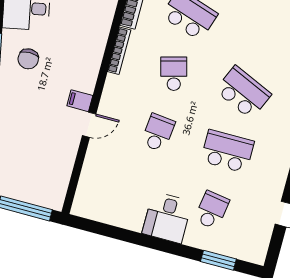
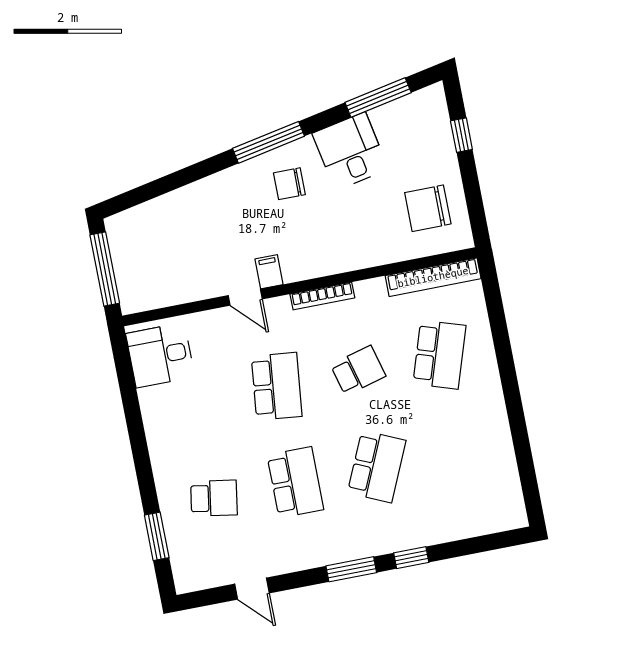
bookcase: (119, 51) -> (322, 296), moved
school desk: (158, 133) -> (277, 386), width x1.85
desk: (167, 218) -> (160, 355), moved

